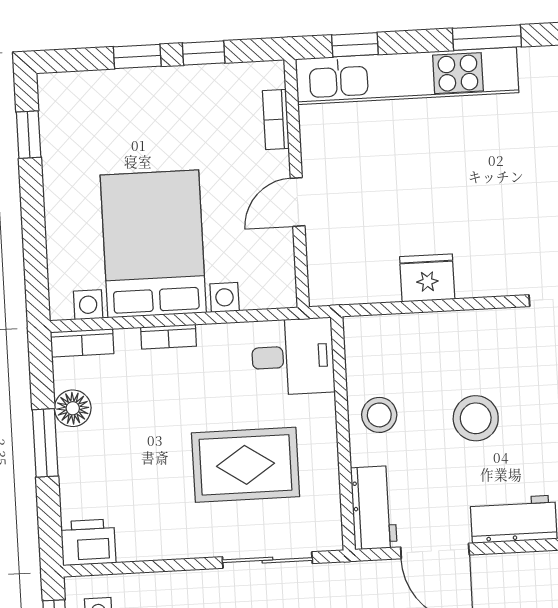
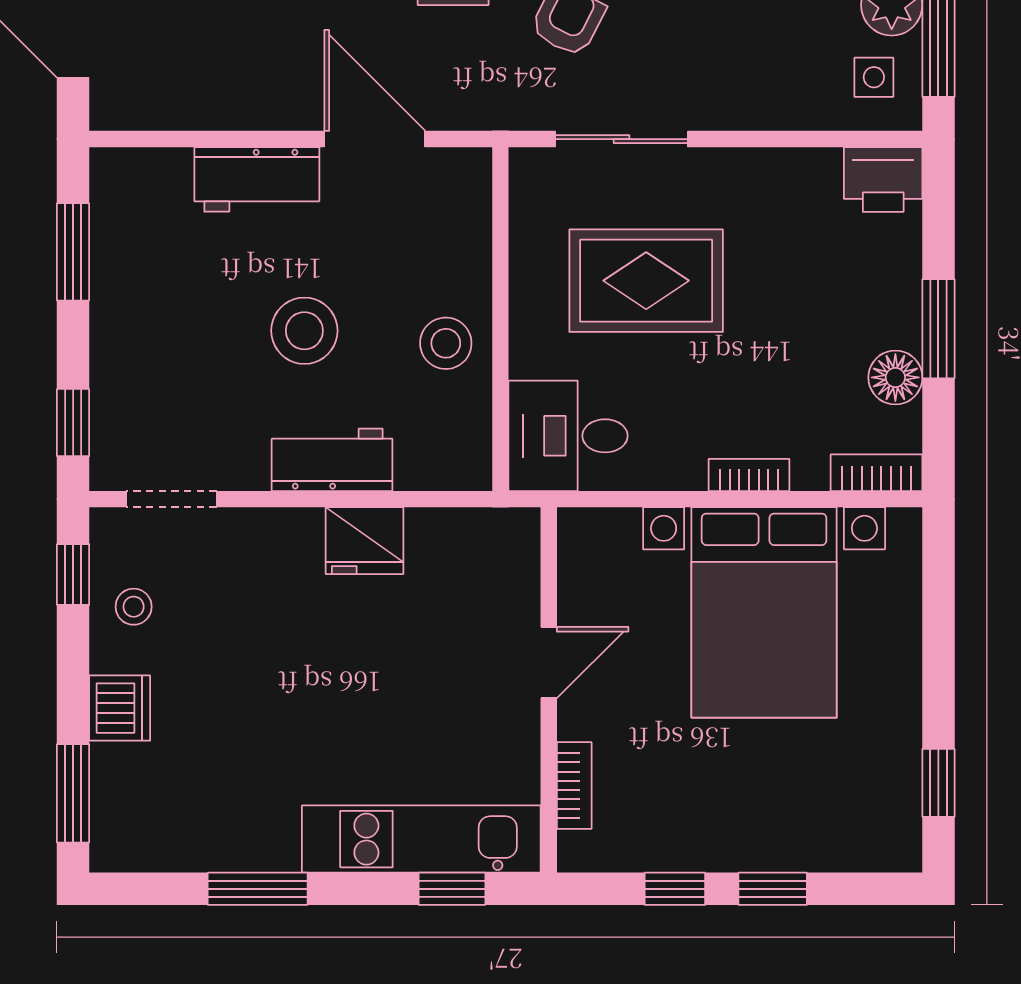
kitchen unit: (407, 76) -> (421, 839), width x0.73
workbench: (374, 508) -> (332, 460), moved, turned 90

